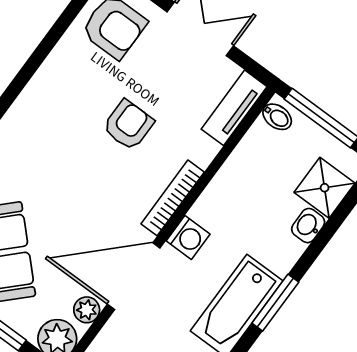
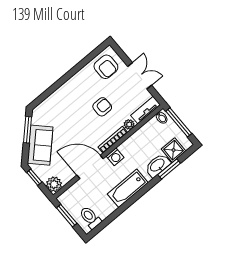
washbasin: (308, 226) -> (158, 165), width x1.91, depth x1.45
window: (275, 303) -> (169, 169), moved
plant: (87, 310) -> (129, 124), moved

